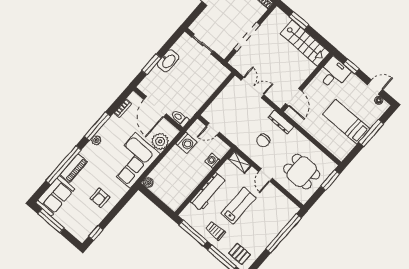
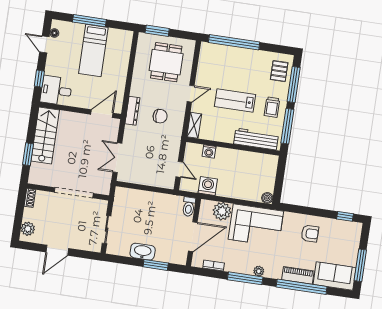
workbench: (208, 192) -> (256, 139), moved

